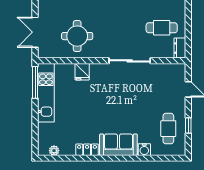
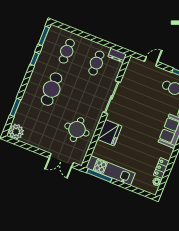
fridge: (82, 72) -> (110, 133), width x1.88, depth x1.34
locker: (87, 150) -> (161, 168), moved

